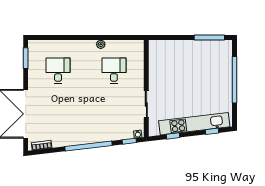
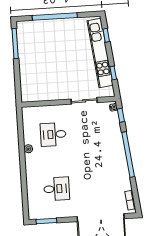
desk: (58, 71) -> (57, 189), turned 180

